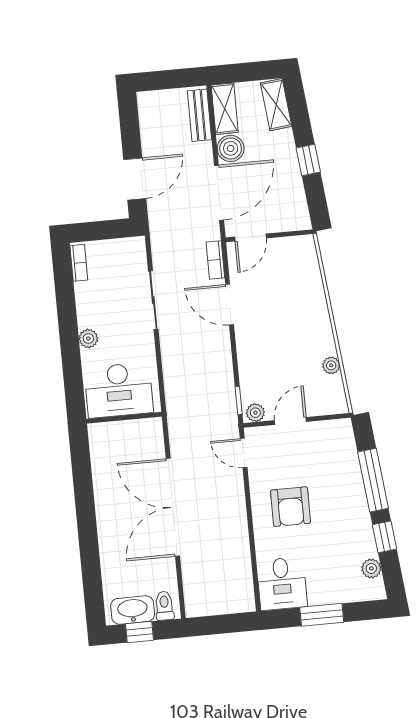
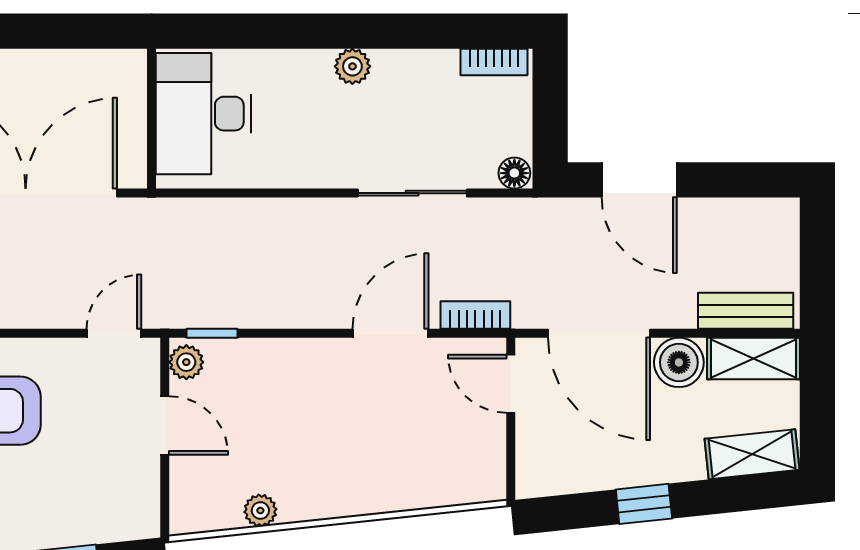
floor lamp: (137, 246) -> (514, 173), added
desk: (119, 390) -> (204, 114), moved
wall: (124, 418) -> (152, 119), moved

